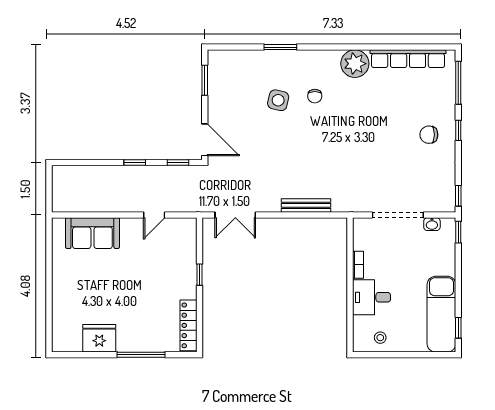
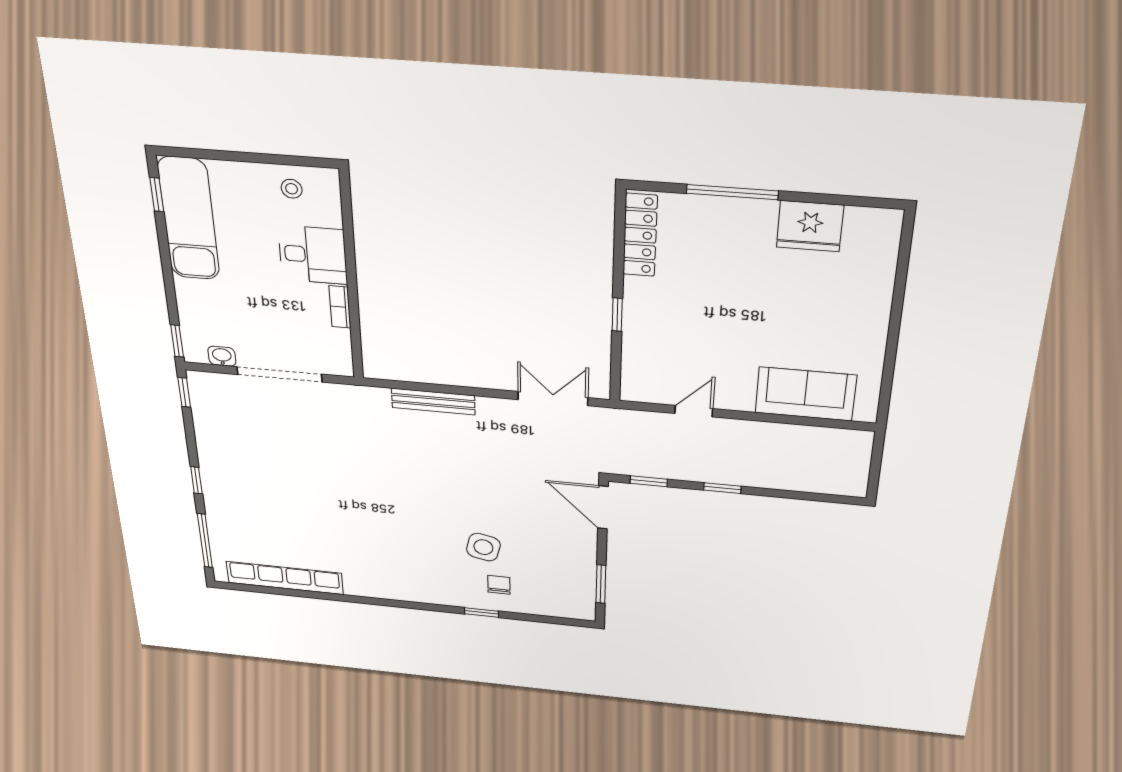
window: (280, 47) -> (481, 612), width x0.67
plant: (355, 64) -> (365, 580), removed
chair: (315, 96) -> (499, 585), moved
chair: (429, 135) -> (242, 479), removed

